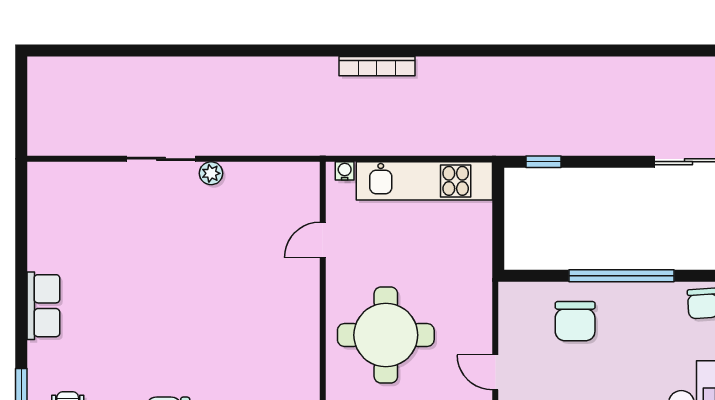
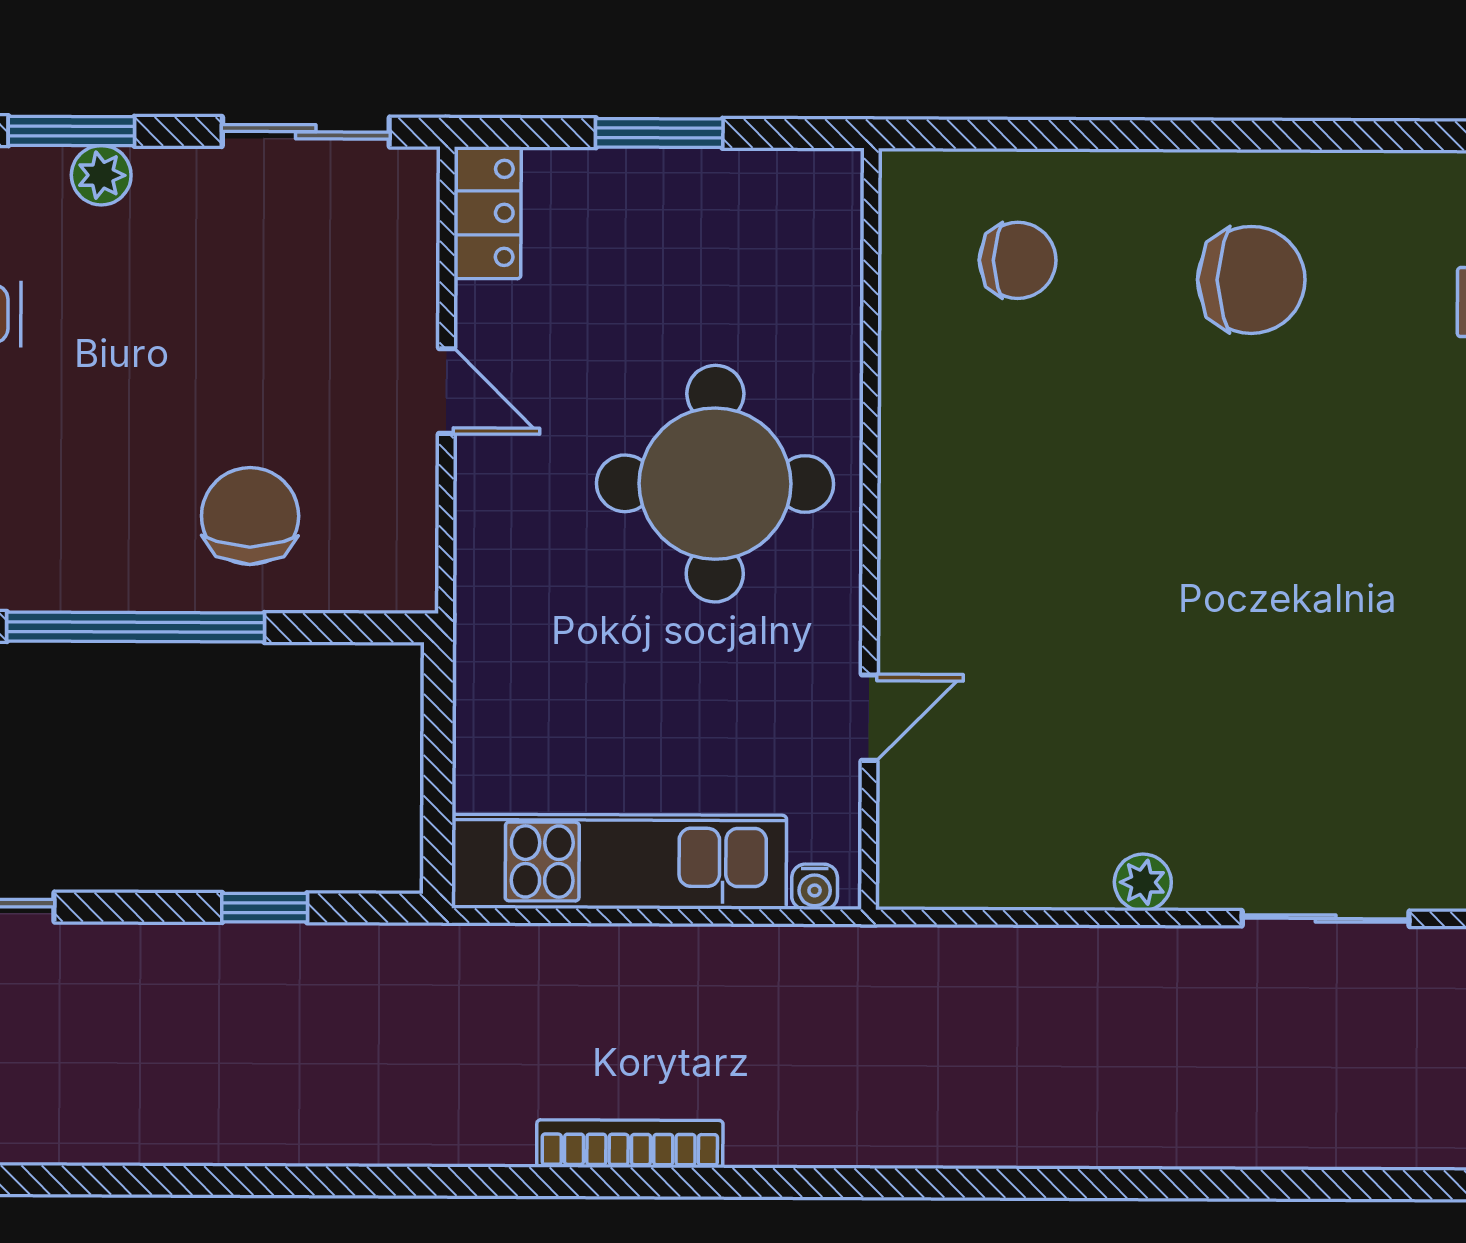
bookcase: (377, 66) -> (630, 1144), moved
sliding door: (161, 159) -> (1326, 919), moved
window: (544, 162) -> (265, 908), moved

